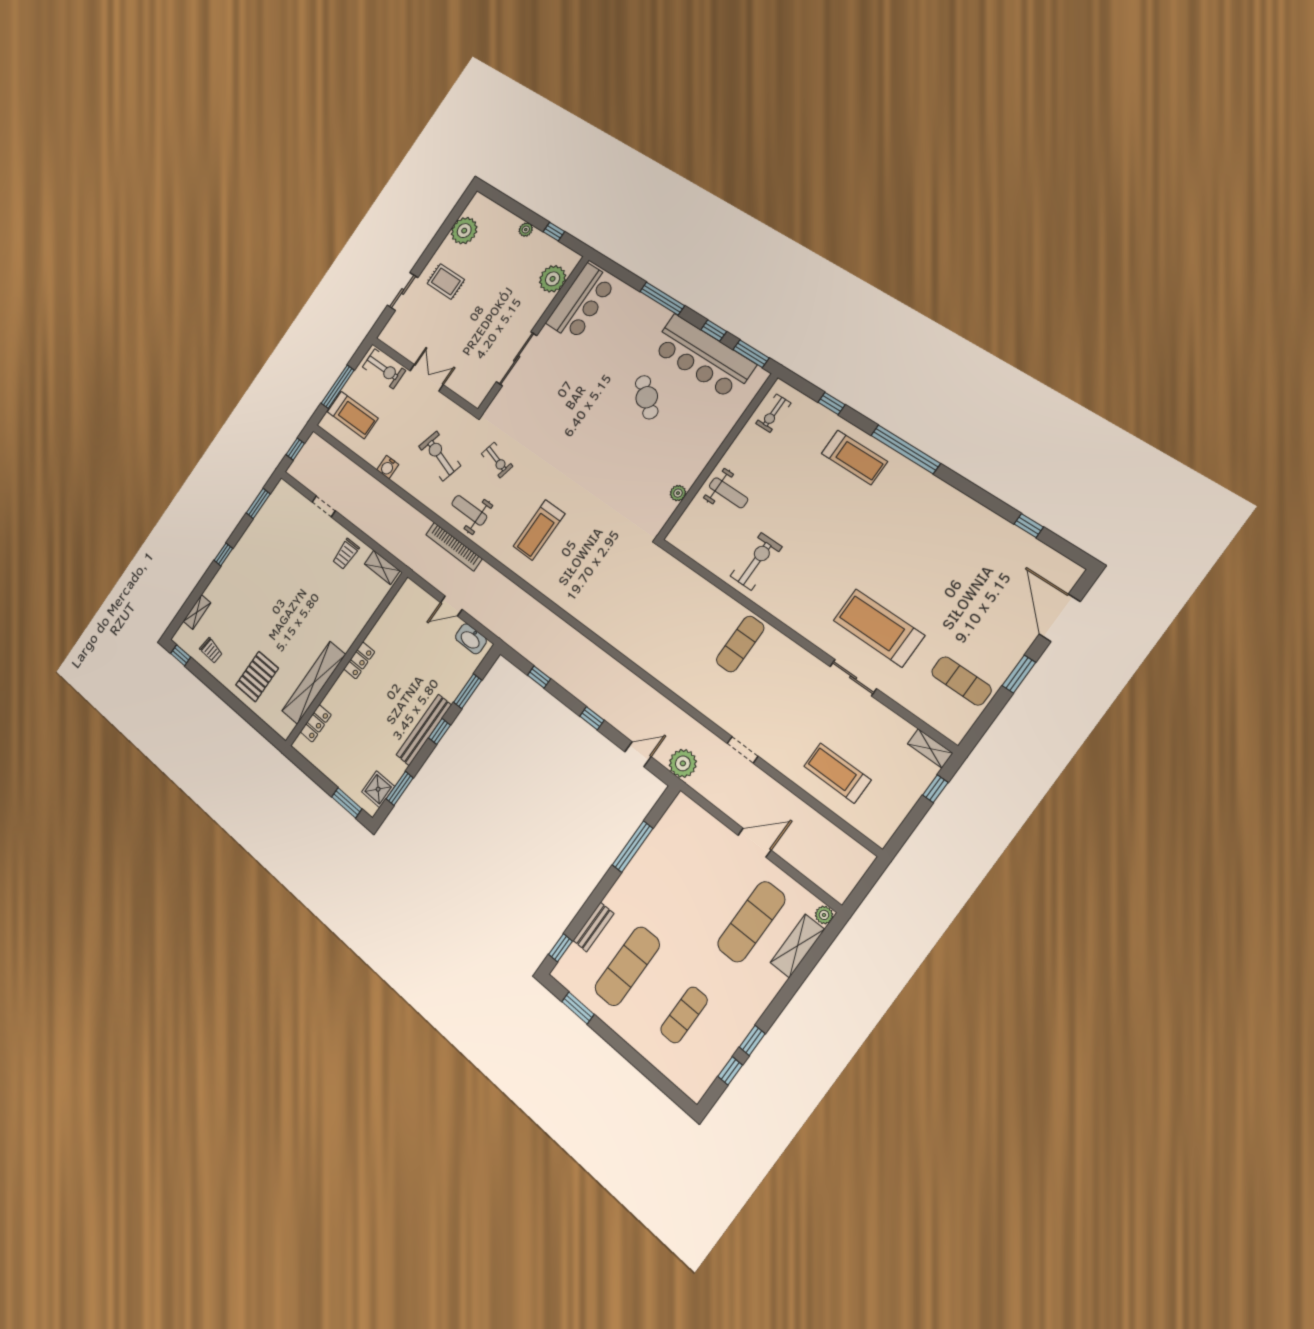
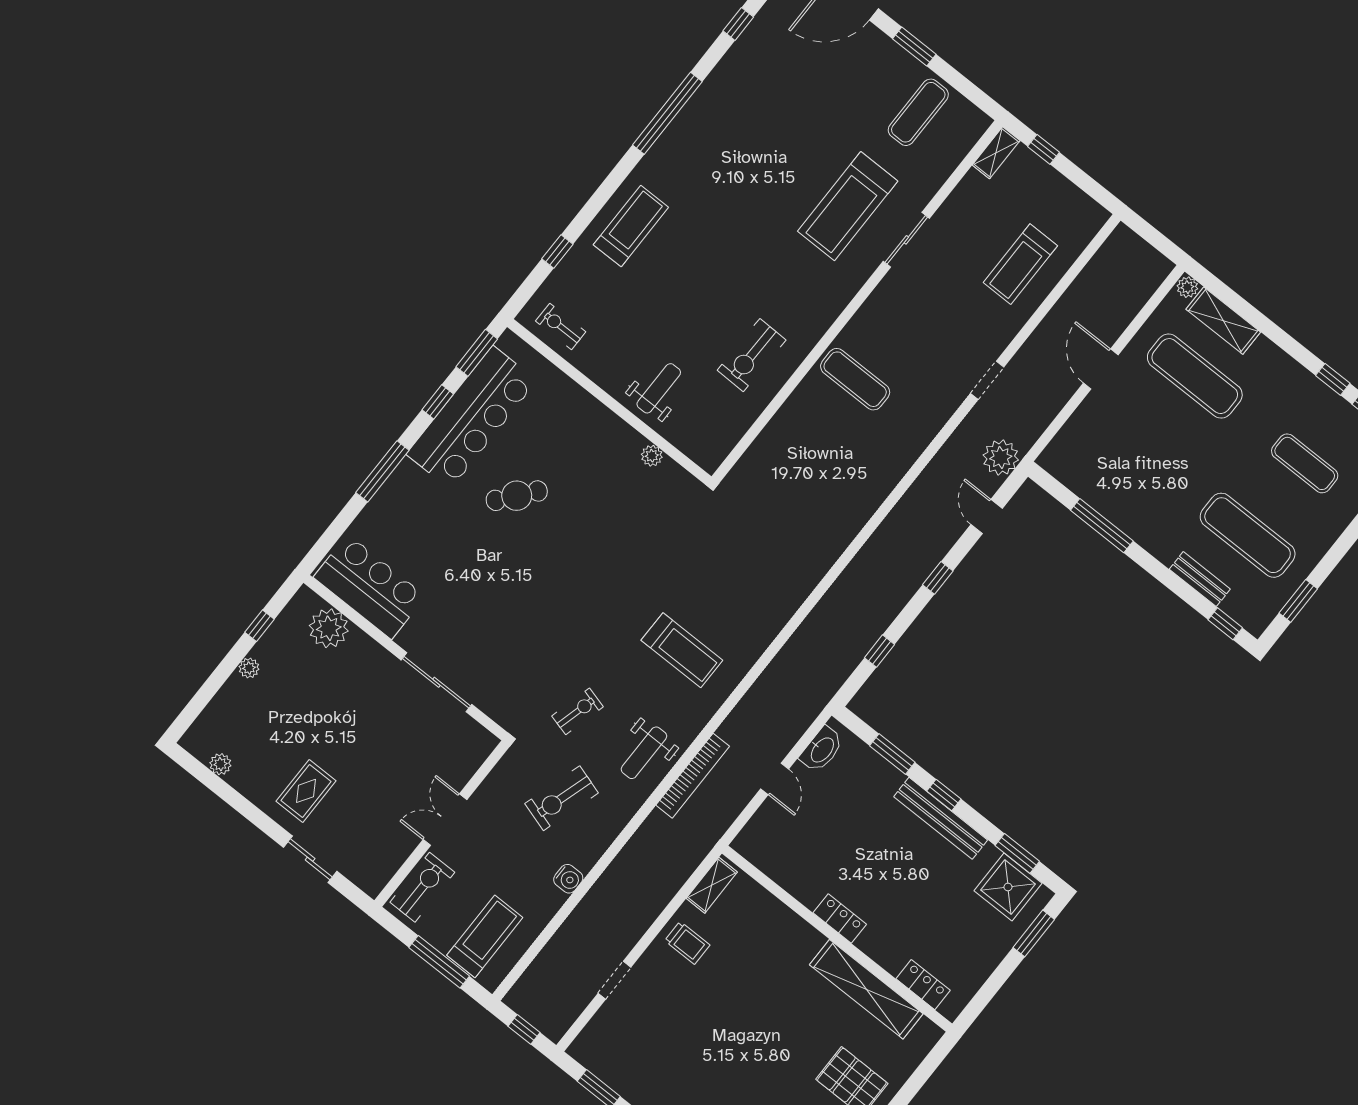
plant: (464, 231) -> (220, 764), width x0.53, depth x0.53
exercise bike: (773, 413) -> (561, 326), turned 180
window: (906, 449) -> (667, 113), moved
exercise bike: (756, 561) -> (752, 355), turned -89
shower: (378, 789) -> (1008, 887), width x1.36, depth x1.36

